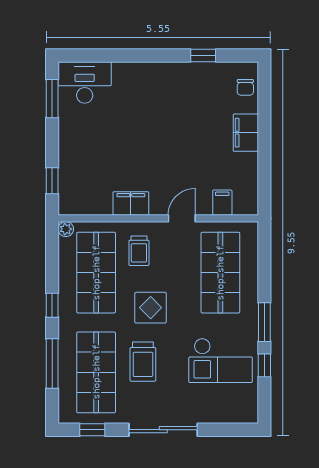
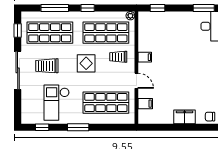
filing cabinet: (131, 203) -> (145, 57), width x0.50
trolley: (143, 362) -> (47, 66), moved
window: (264, 365) -> (42, 127), moved

